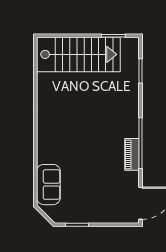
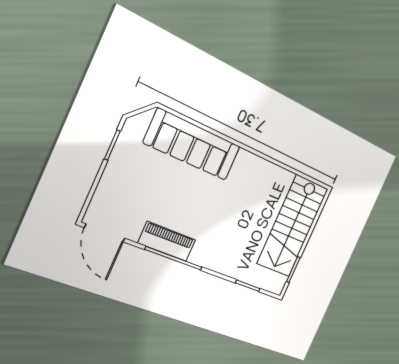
piano: (132, 154) -> (167, 241), width x1.37, depth x1.33
sofa: (48, 185) -> (193, 145), width x1.85, depth x1.27

